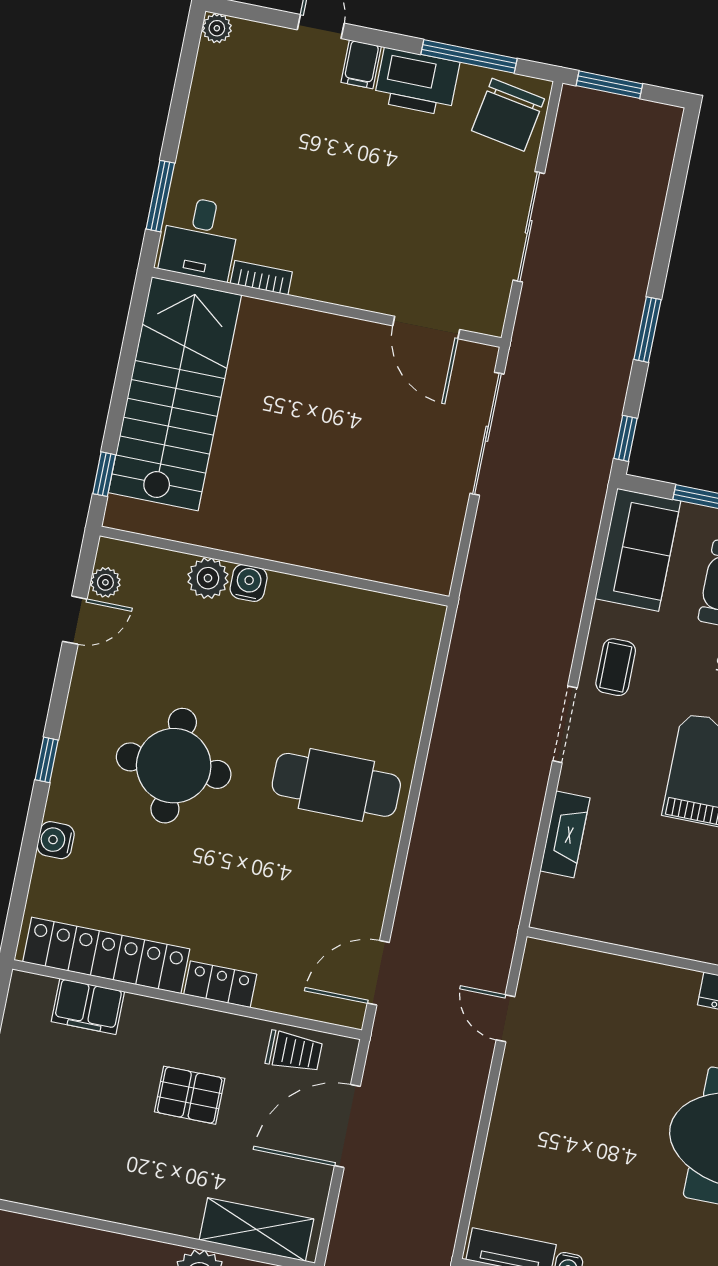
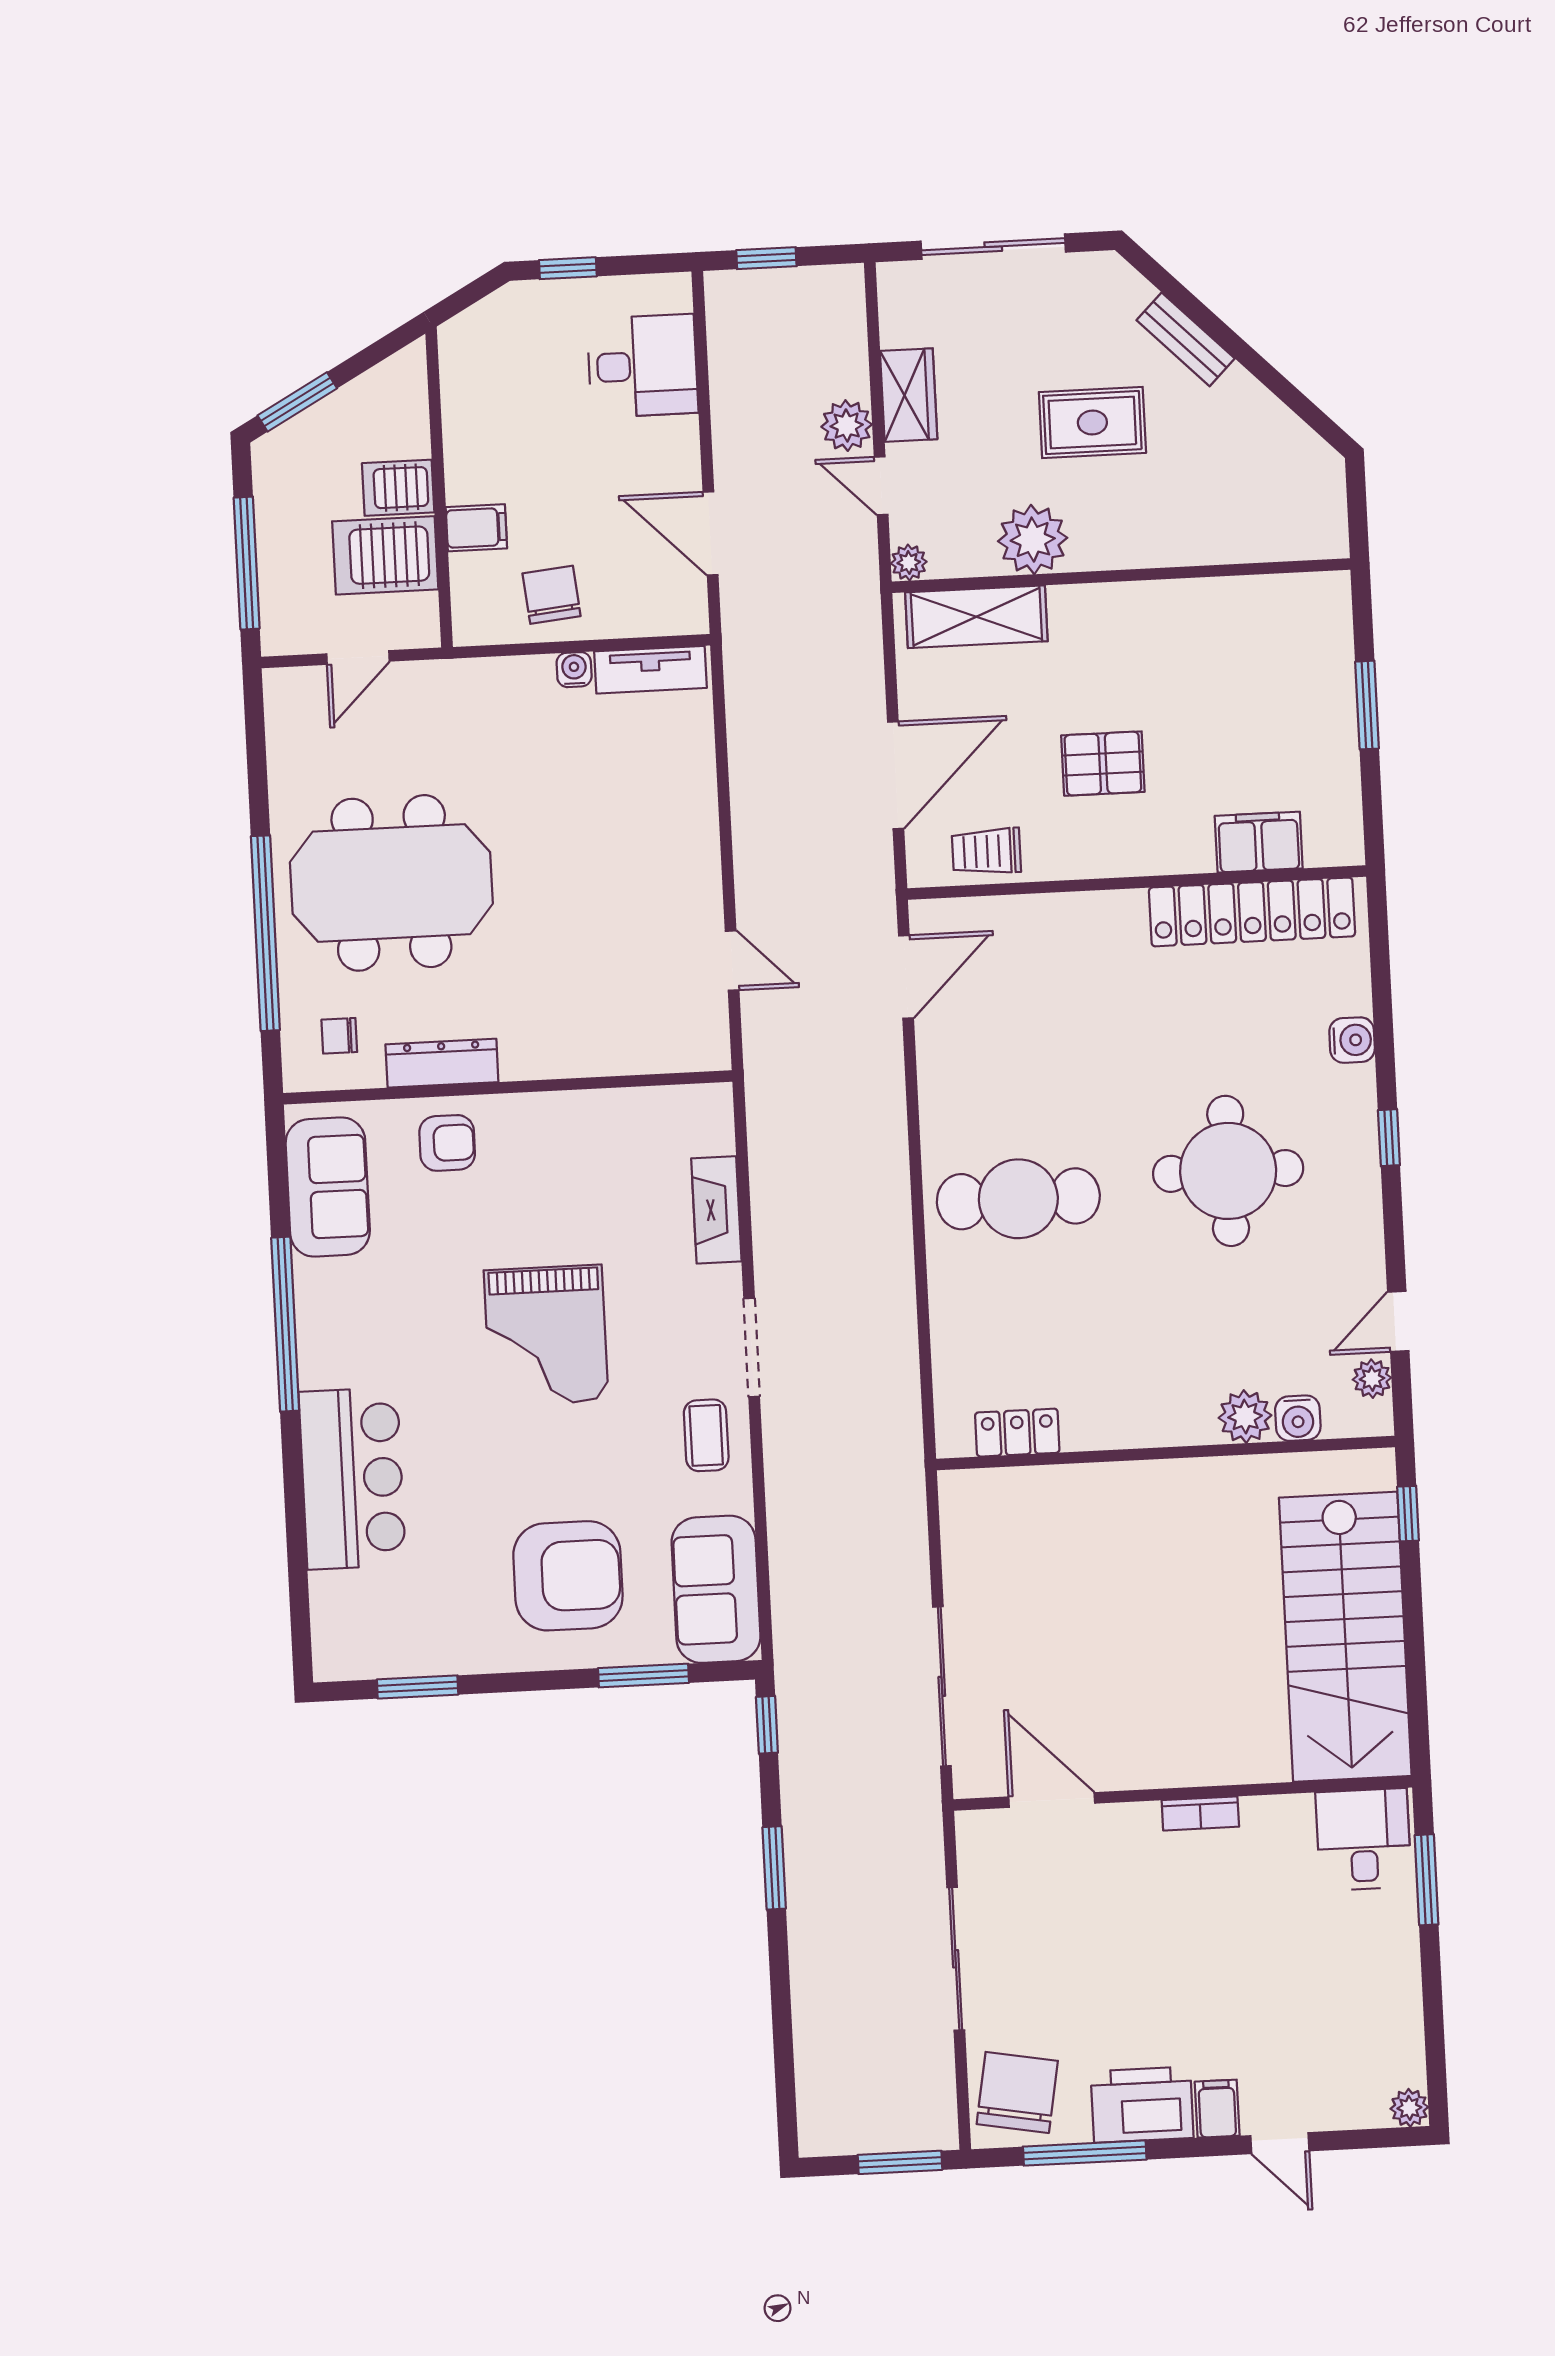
bookcase: (261, 278) -> (1200, 1813), moved
water cooler: (249, 583) -> (1298, 1418), moved
locker: (220, 984) -> (1017, 1433), moved, turned 180

